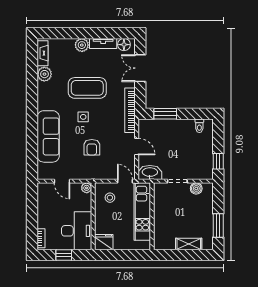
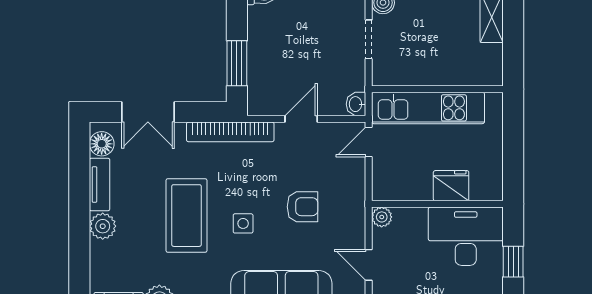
washbasin: (150, 172) -> (356, 104), width x0.52, depth x0.69
door: (62, 181) -> (369, 265), swing flipped
stool: (110, 198) -> (401, 171), removed
fridge: (104, 242) -> (451, 186), moved, turned 90

